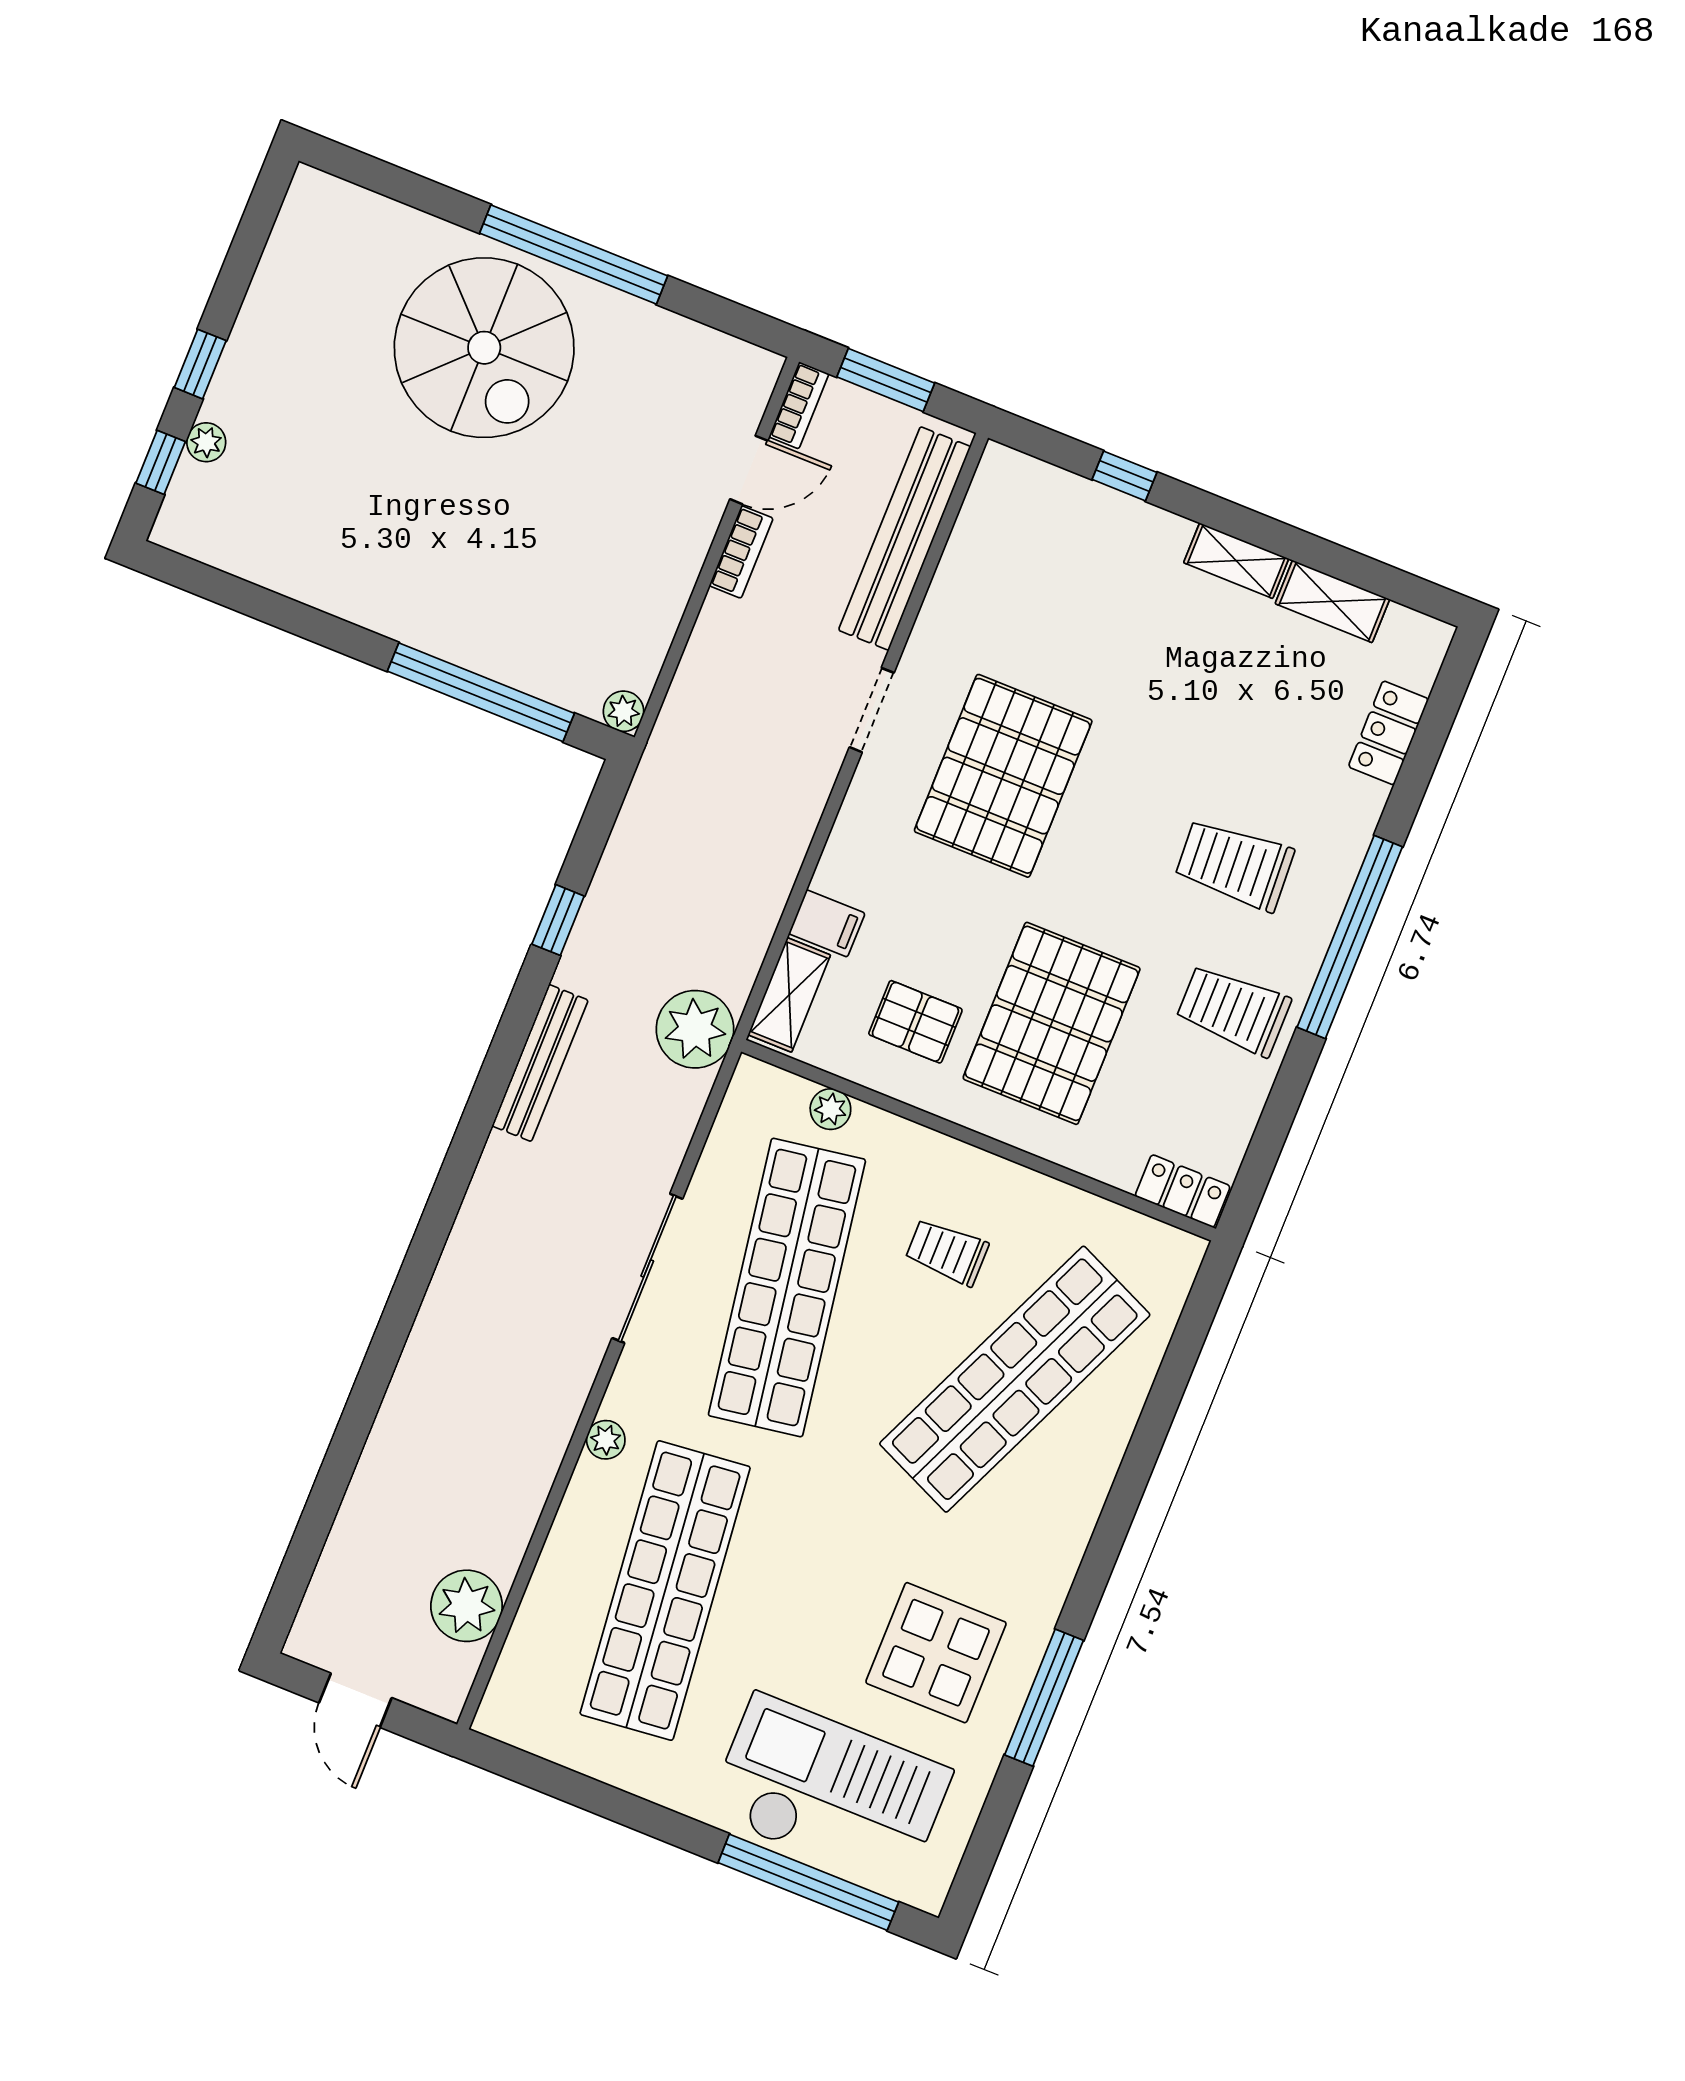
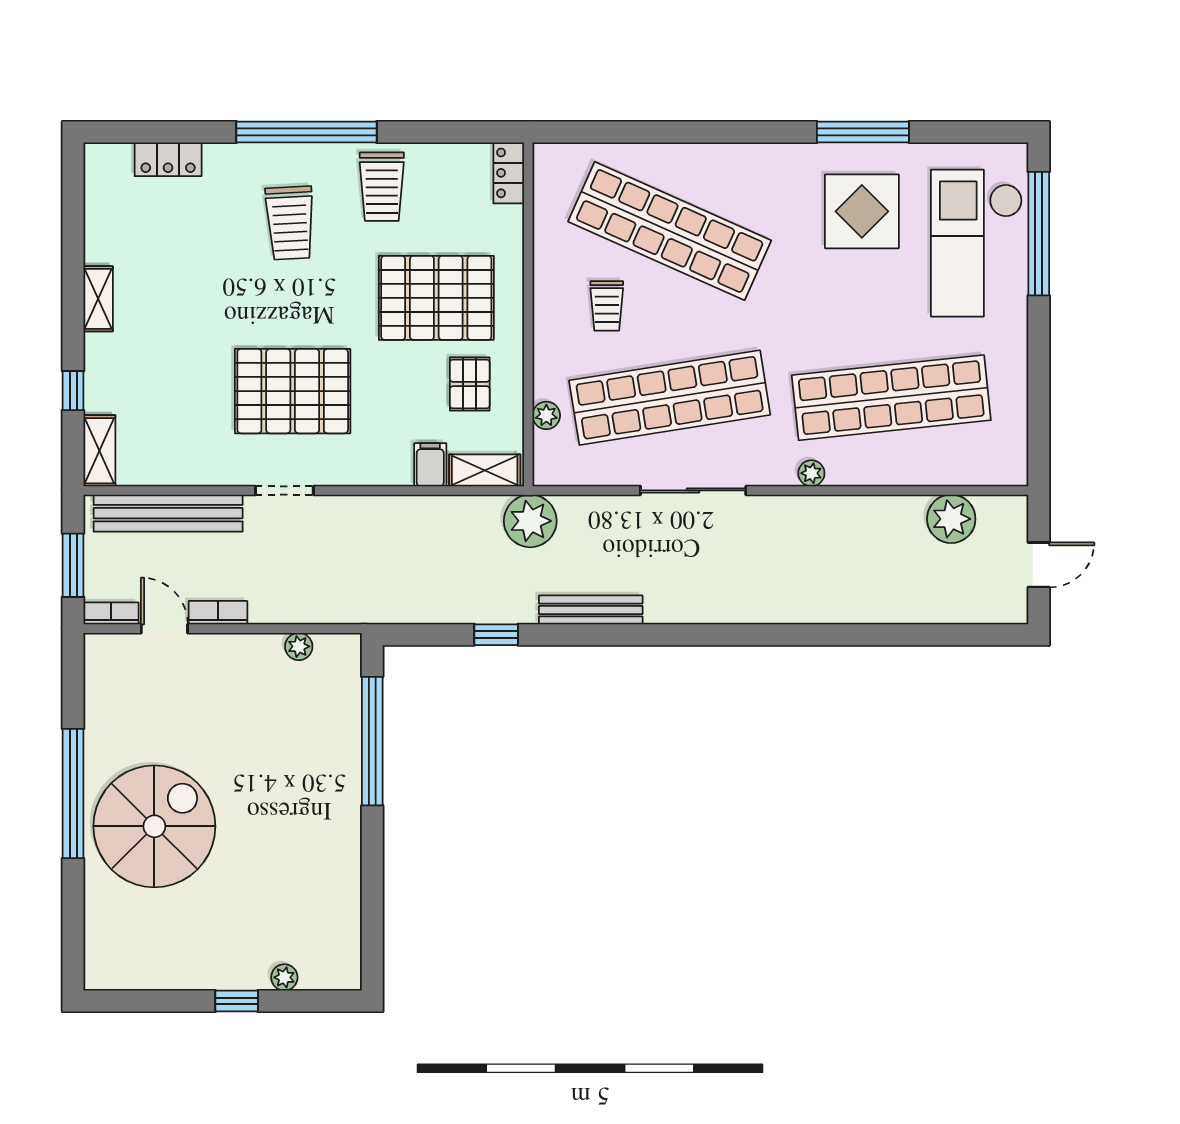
window: (161, 462) -> (309, 1001), removed
shelving: (1332, 601) -> (99, 451), moved
plant: (623, 711) -> (299, 646), moved

